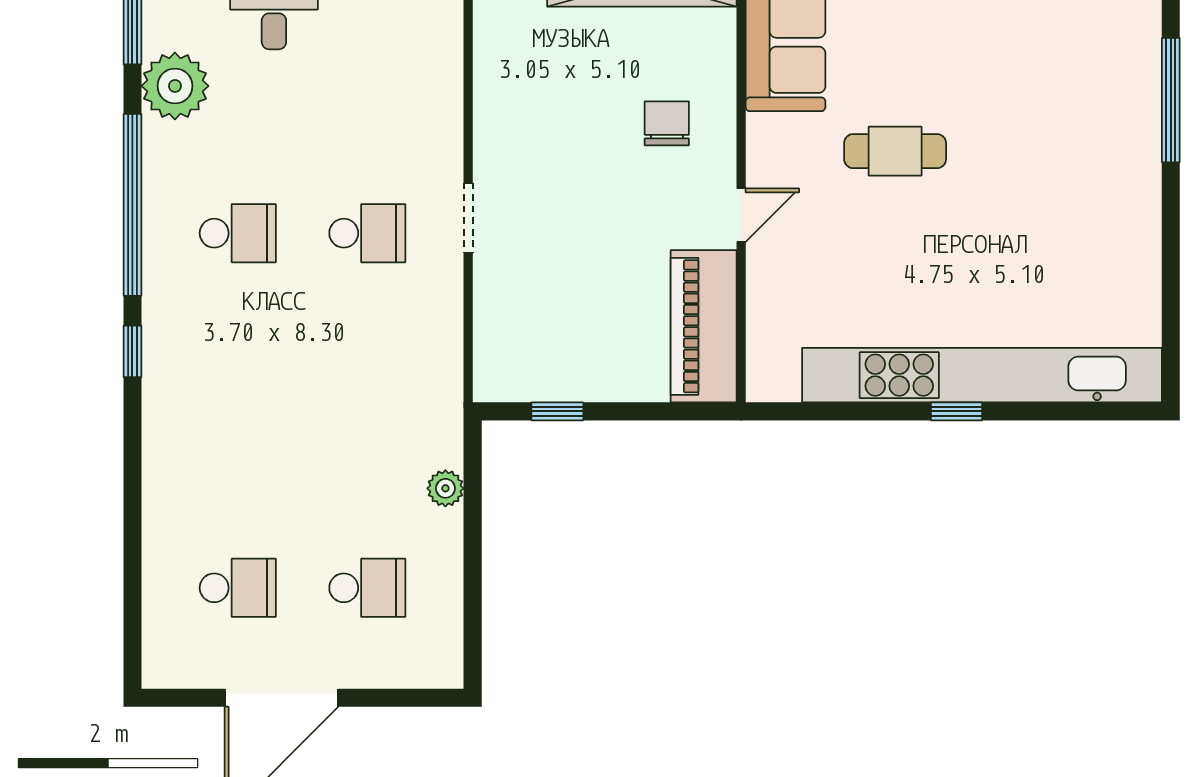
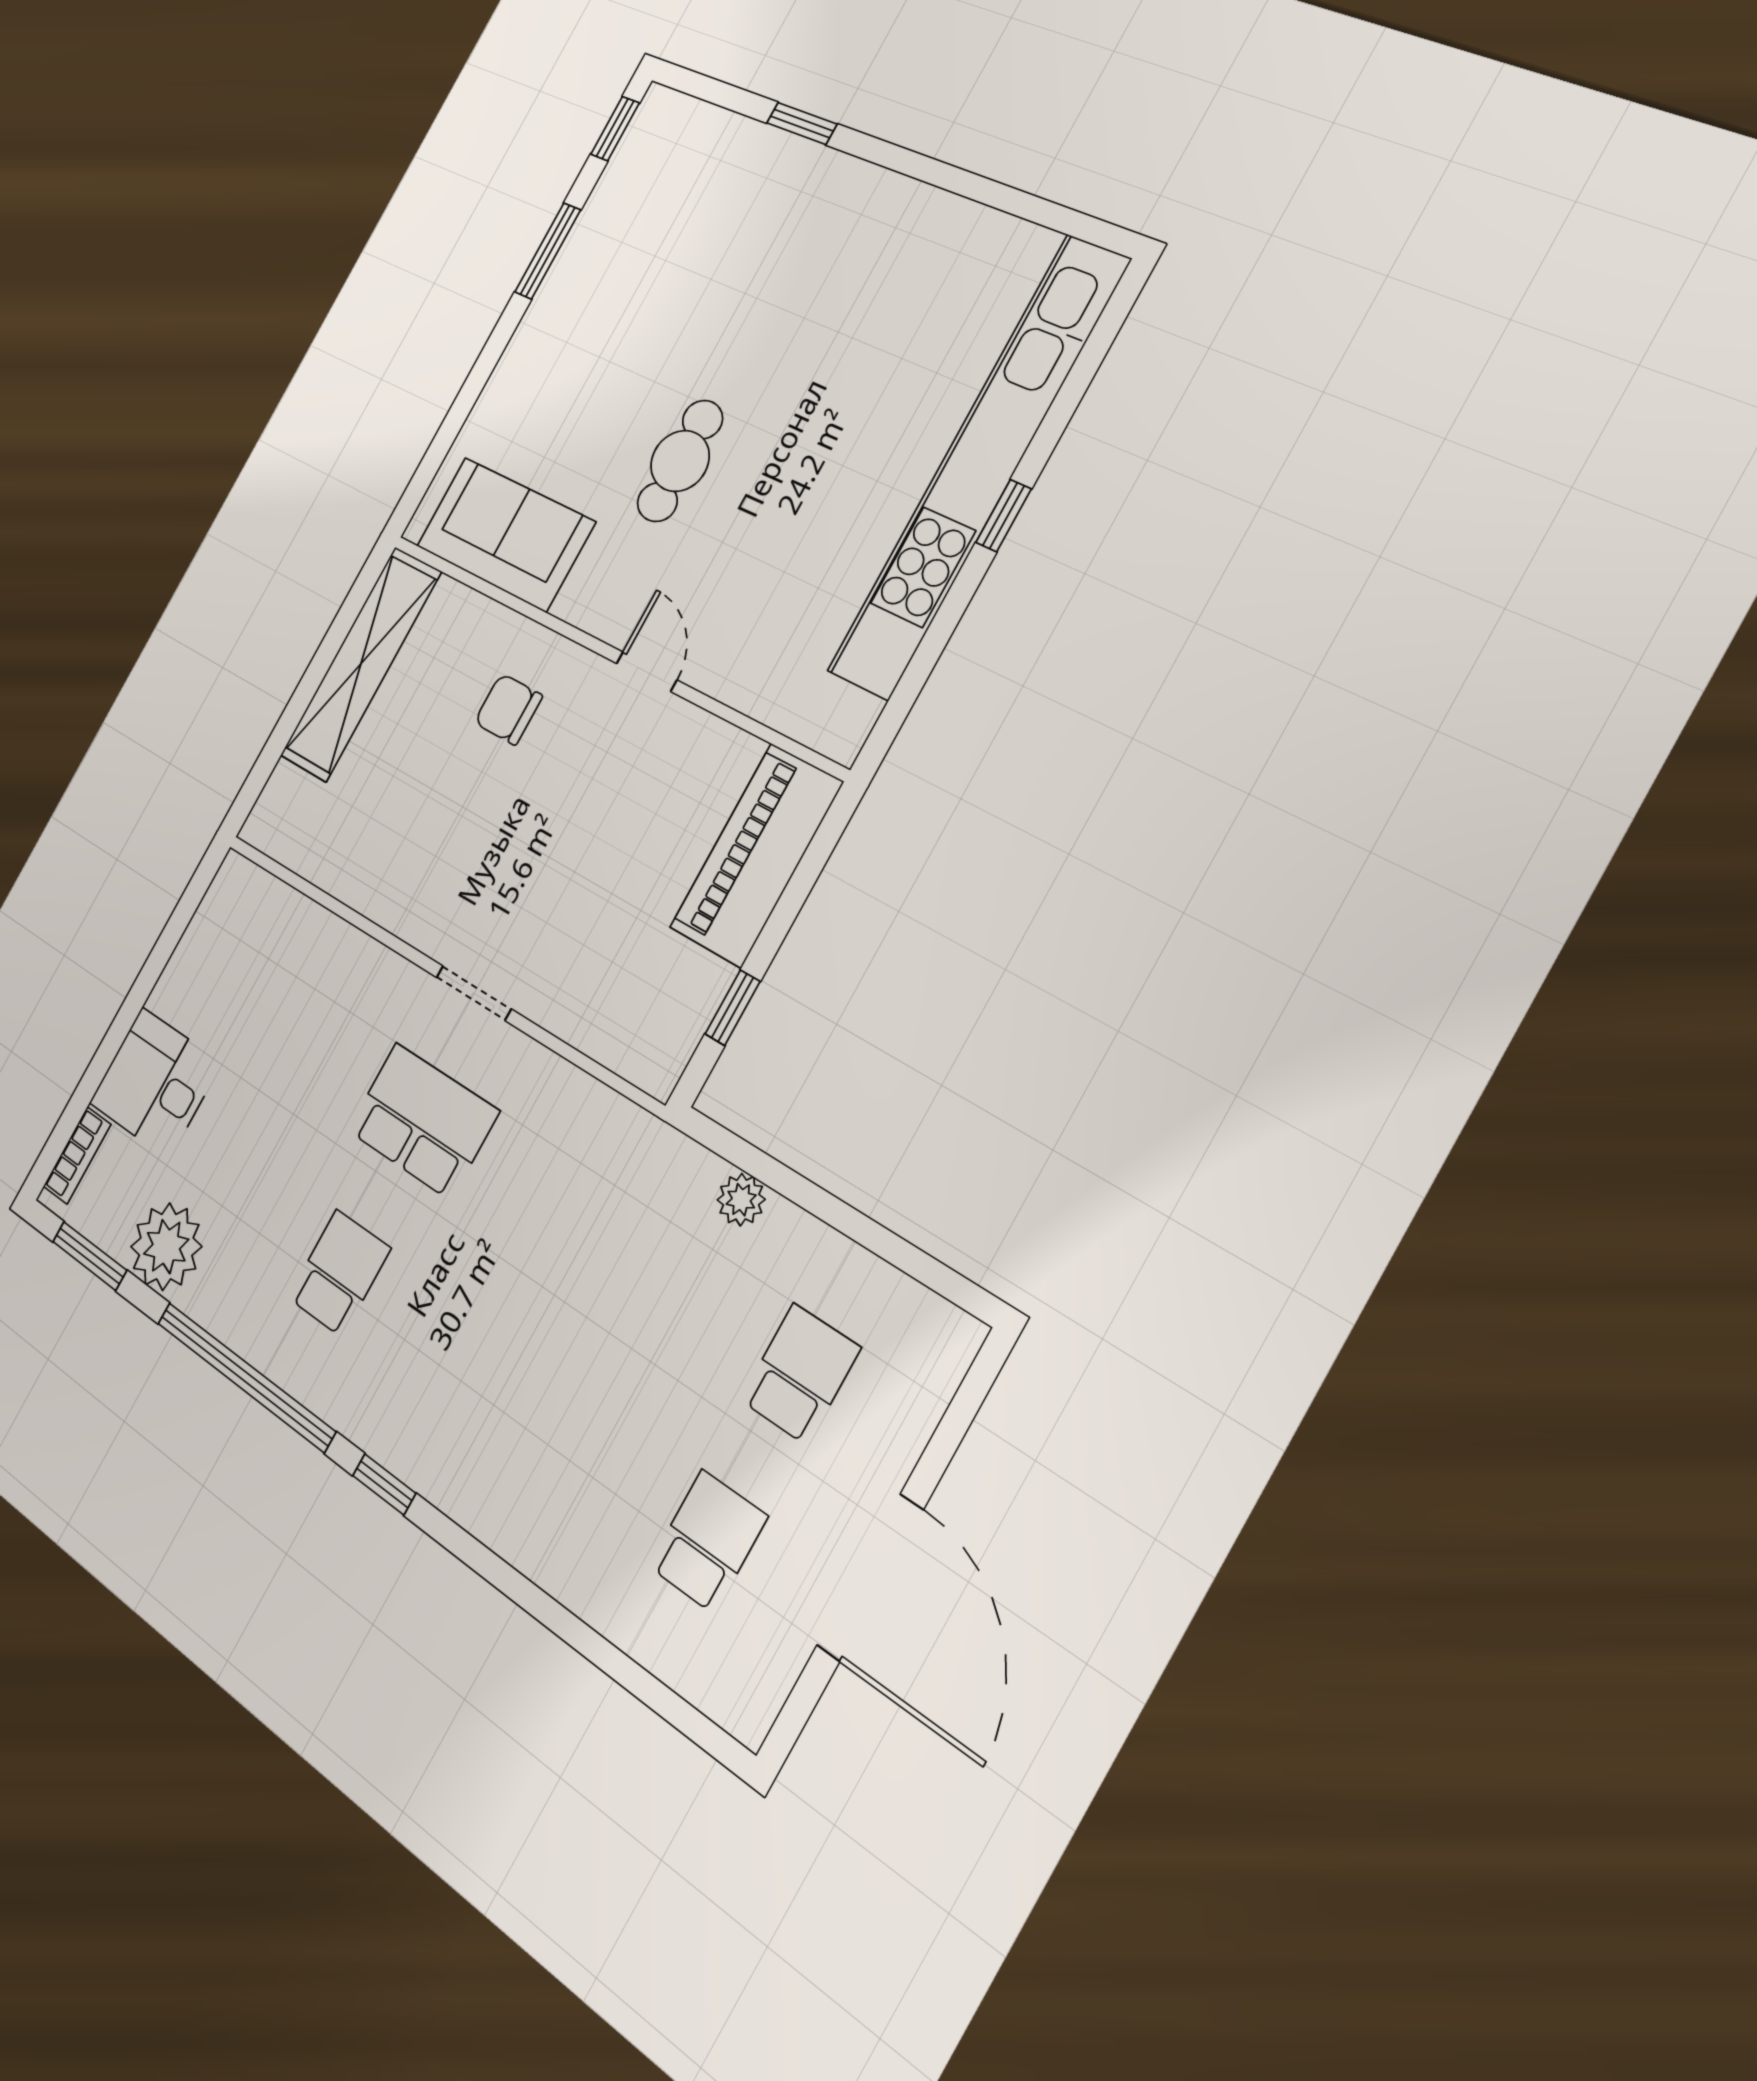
window: (1171, 100) -> (802, 124), width x0.46
school desk: (367, 233) -> (423, 1121), width x1.85
piano: (704, 326) -> (756, 855), moved, turned 90

